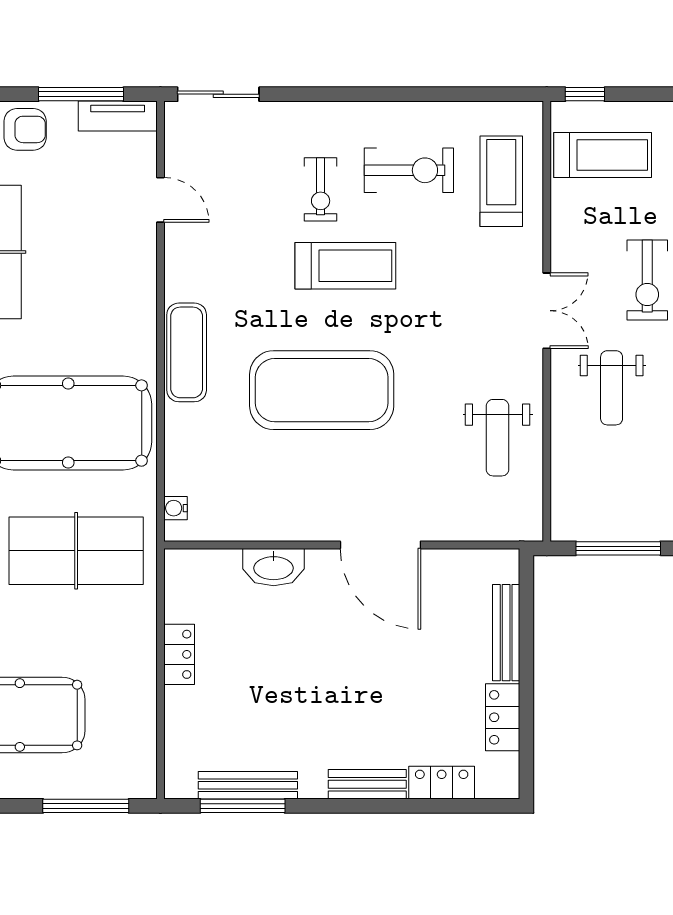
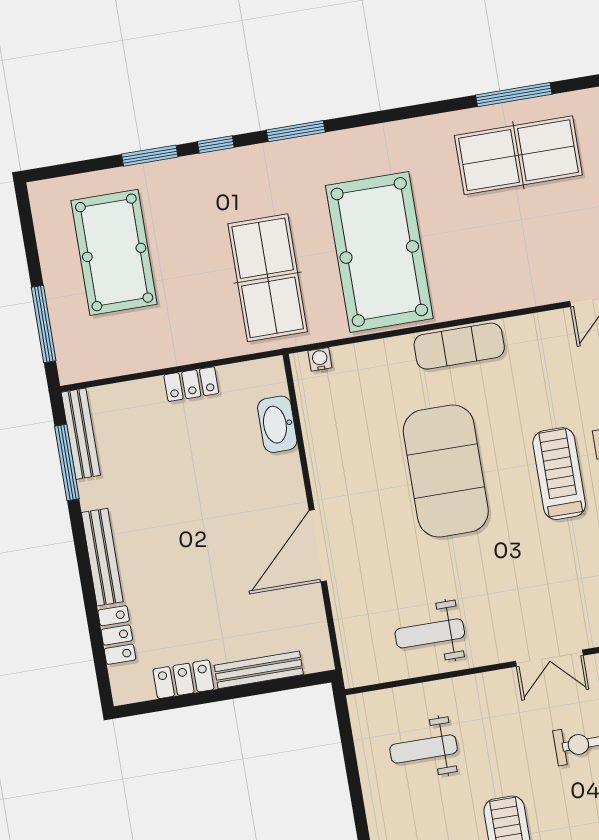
treadmill: (345, 266) -> (559, 474), turned 180
weight bench: (612, 388) -> (424, 749), moved
window: (618, 548) -> (350, 756), removed
washbasin: (274, 567) -> (277, 424), moved
bench: (367, 784) -> (102, 557), width x1.36
bench: (248, 785) -> (81, 434), moved

